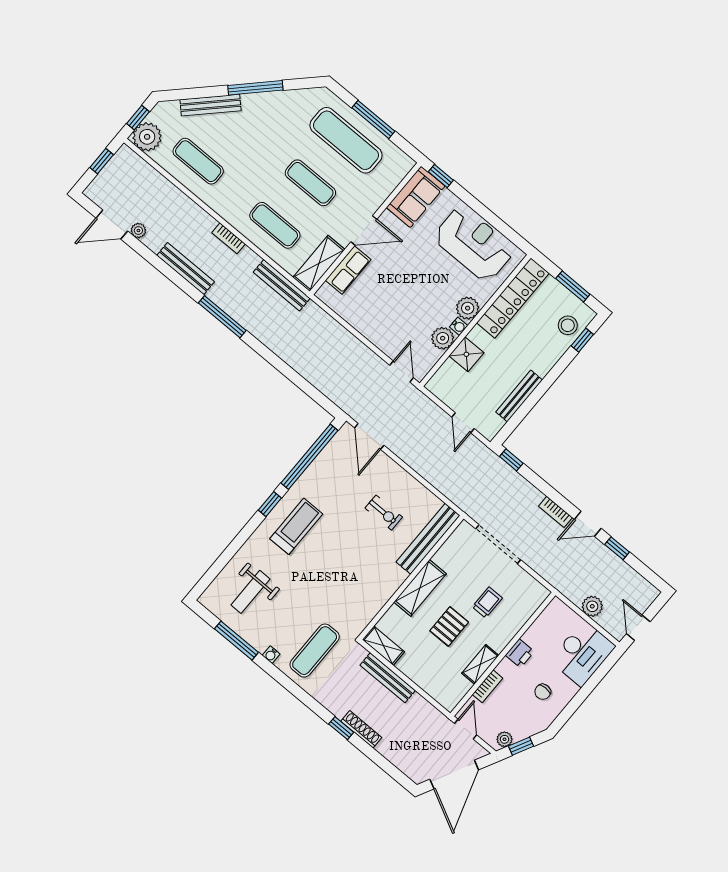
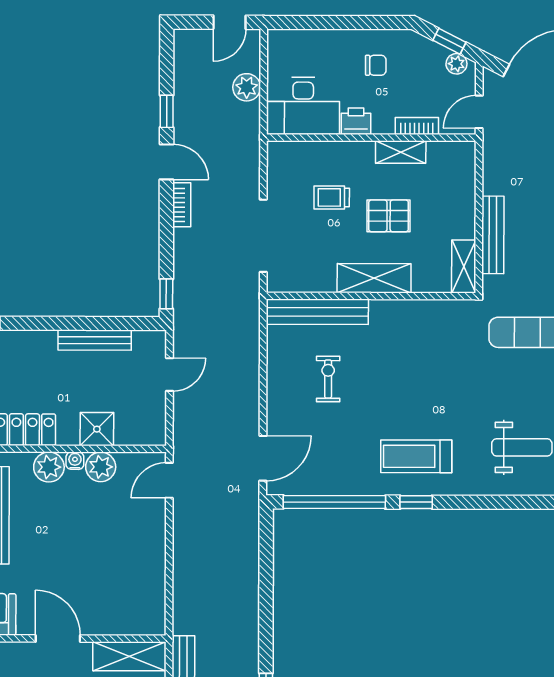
row of seats: (348, 270) -> (111, 621), removed
desk: (582, 653) -> (303, 106), moved, turned 180

